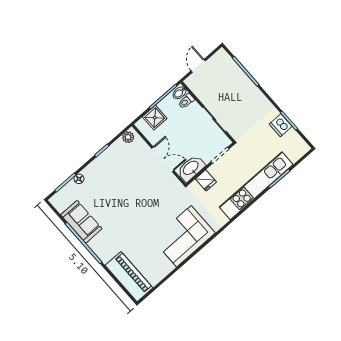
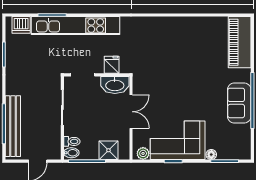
bench: (238, 75) -> (13, 126), added
dishwasher: (281, 125) -> (21, 25), moved, turned 90
double door: (163, 159) -> (131, 112), swing flipped
sofa: (81, 222) -> (239, 103), moved
corner sofa: (184, 236) -> (178, 140), moved, turned 180

